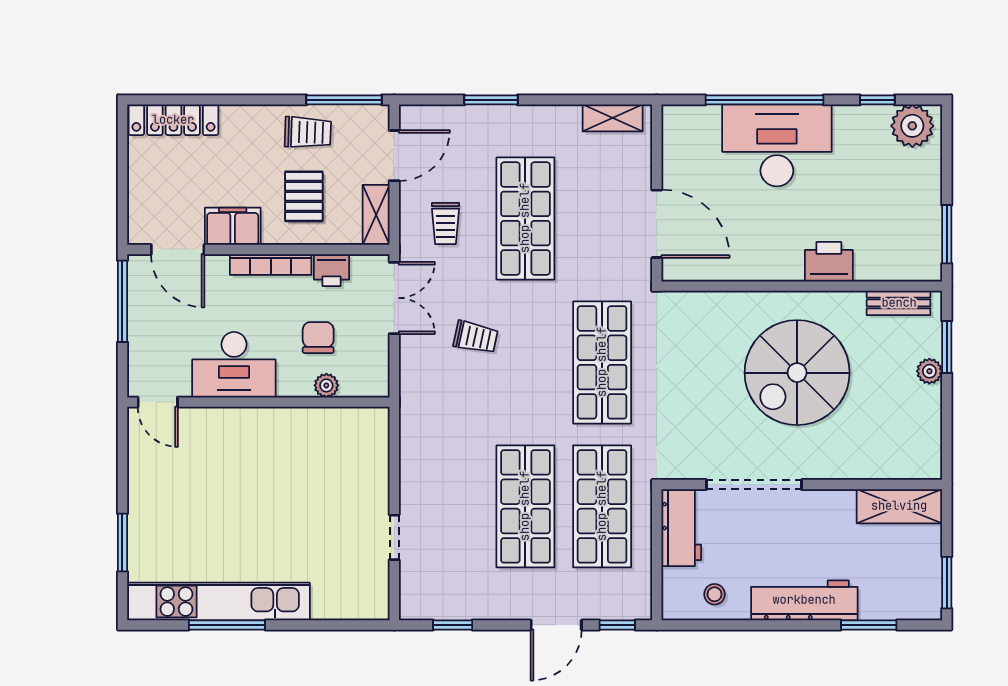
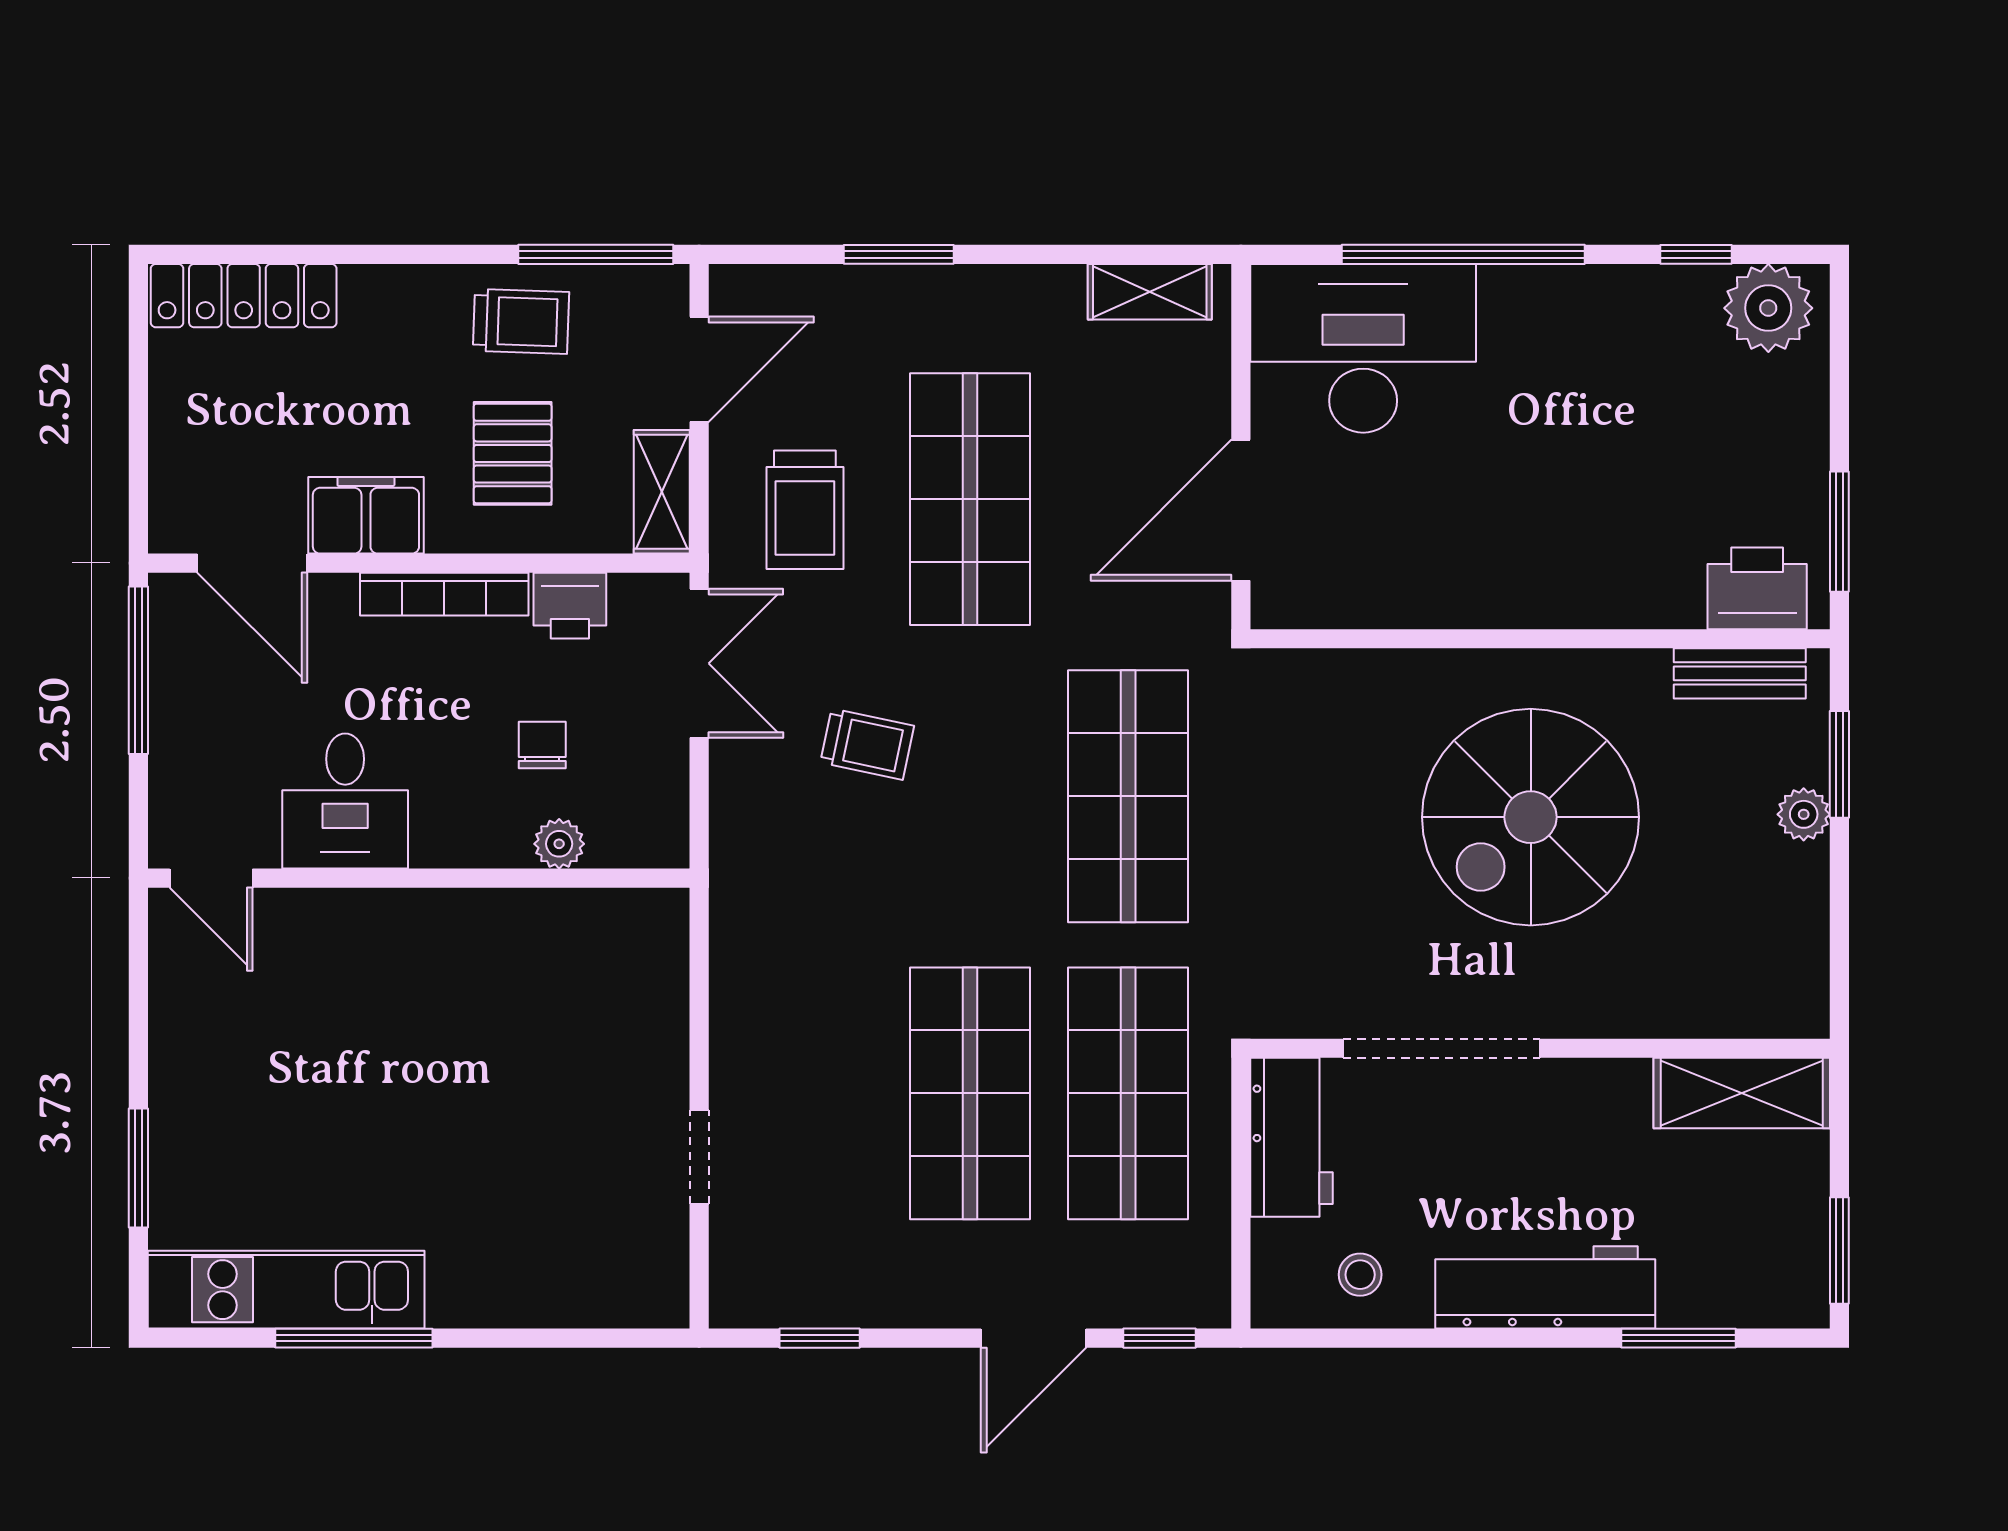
desk: (777, 145) -> (1363, 348), moved
trolley: (445, 224) -> (805, 510), width x1.36, depth x1.39
door: (657, 224) -> (1241, 510), swing flipped
printer: (829, 262) -> (1757, 588), moved
chair: (318, 338) -> (542, 745), width x0.73, depth x0.73
desk: (234, 365) -> (345, 801), width x0.73
kitchen unit: (218, 602) -> (286, 1290), width x0.73

